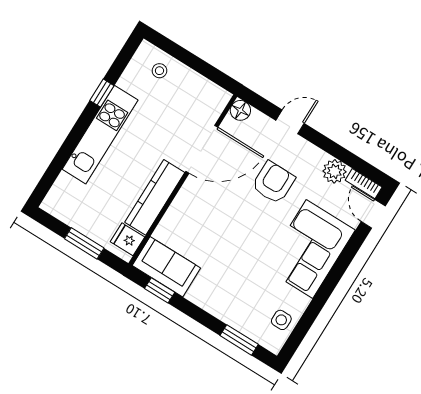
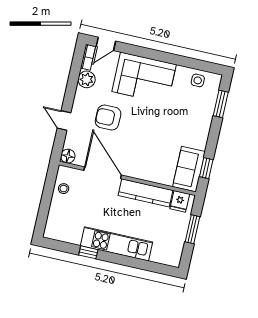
stool: (160, 71) -> (64, 189), moved

